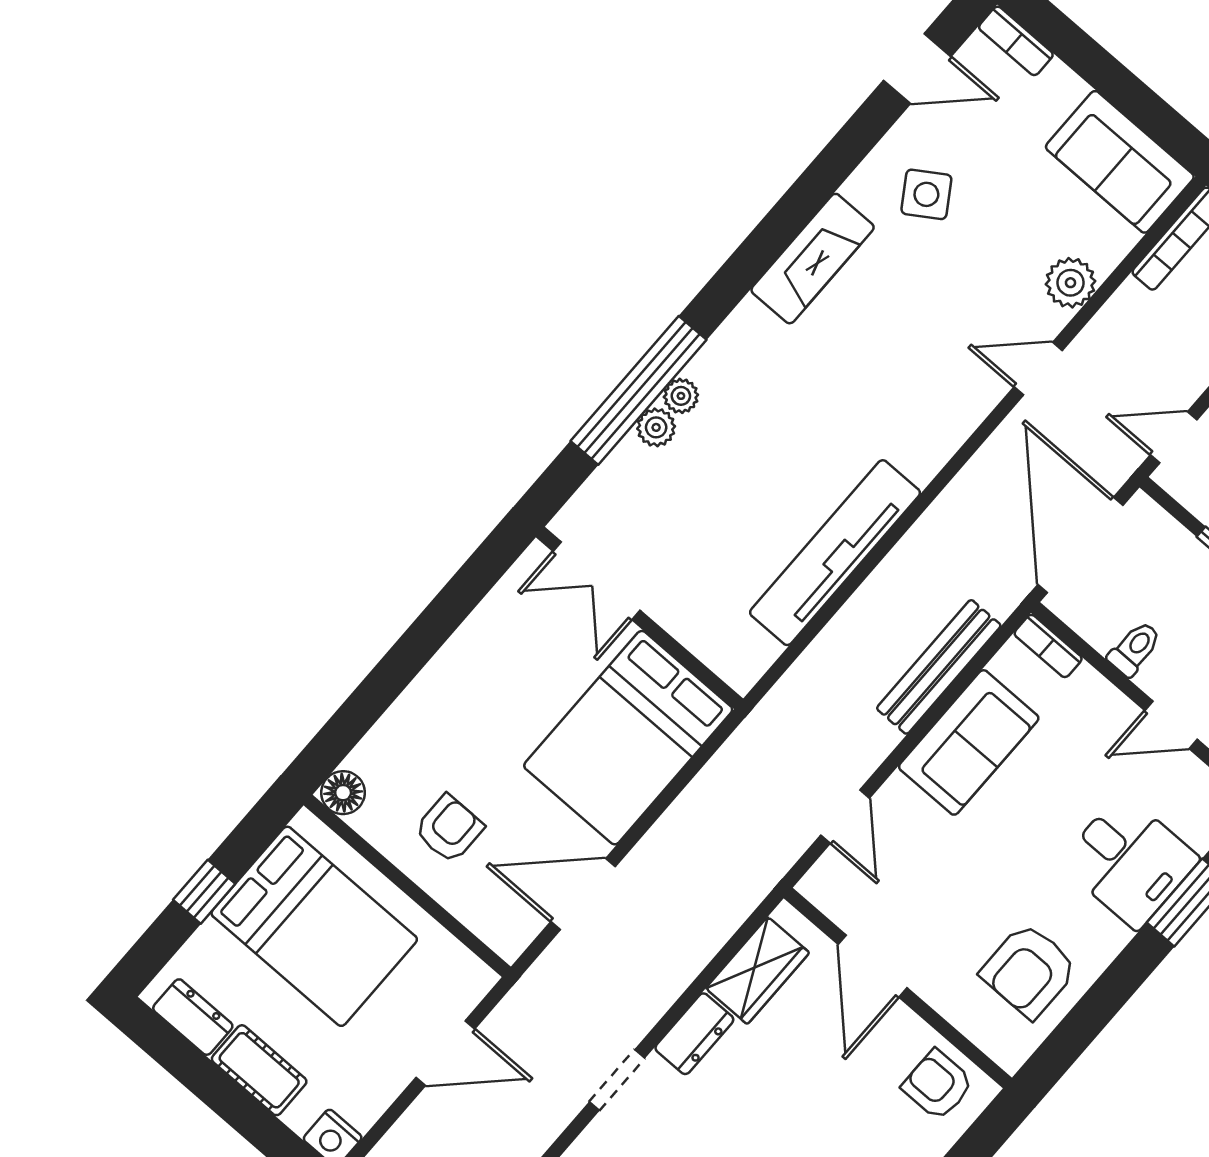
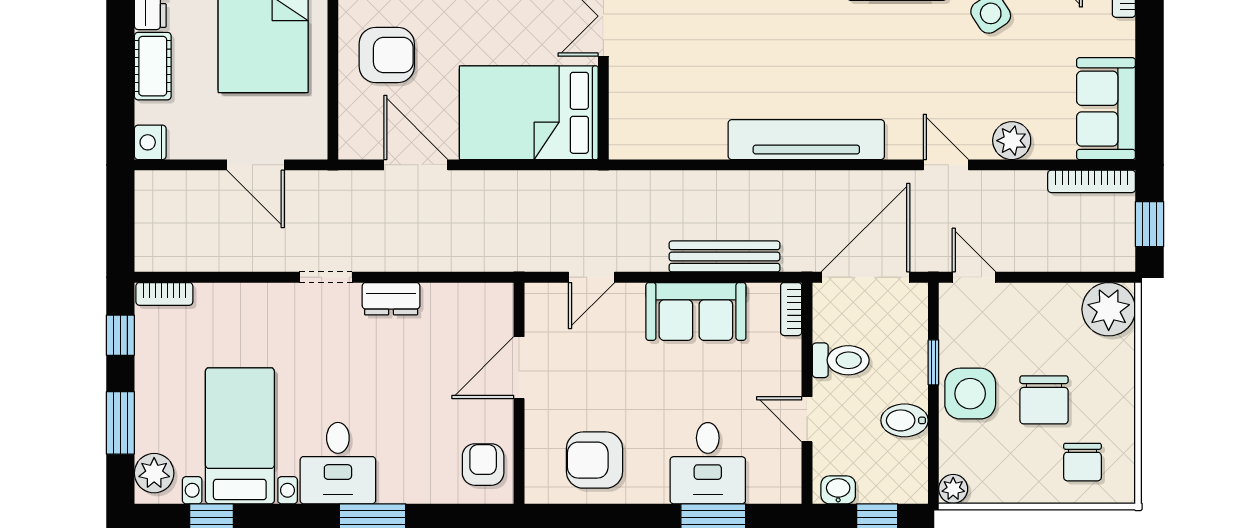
tv unit: (835, 553) -> (806, 140), moved
toilet: (1135, 649) -> (841, 360), width x1.37, depth x1.39
armchair: (449, 829) -> (387, 55), width x1.38, depth x1.38
wardrobe: (758, 971) -> (459, 304), removed

